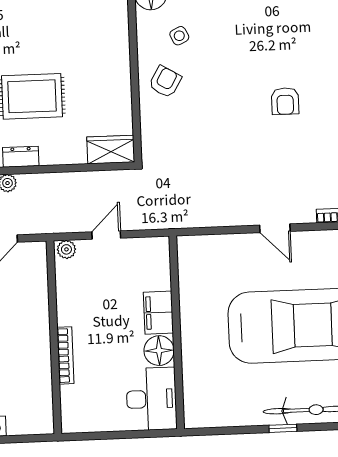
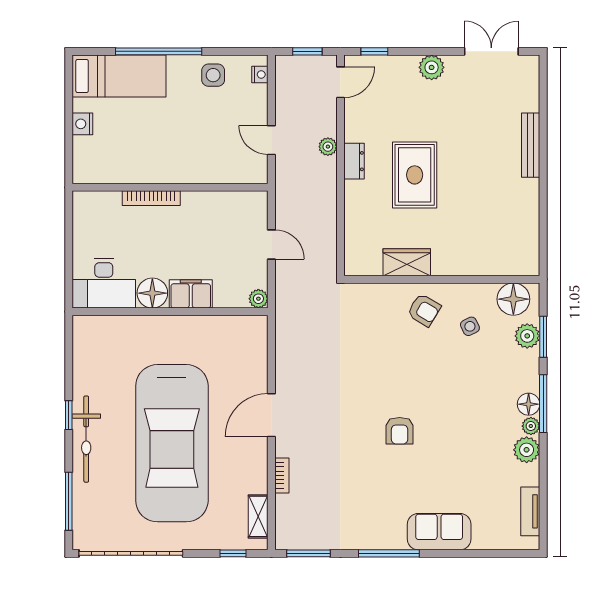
armchair: (285, 101) -> (400, 431), turned -90
wardrobe: (111, 150) -> (407, 262), moved, turned -90
door: (275, 228) -> (271, 415), width x1.38
plant: (66, 249) -> (258, 299), moved

